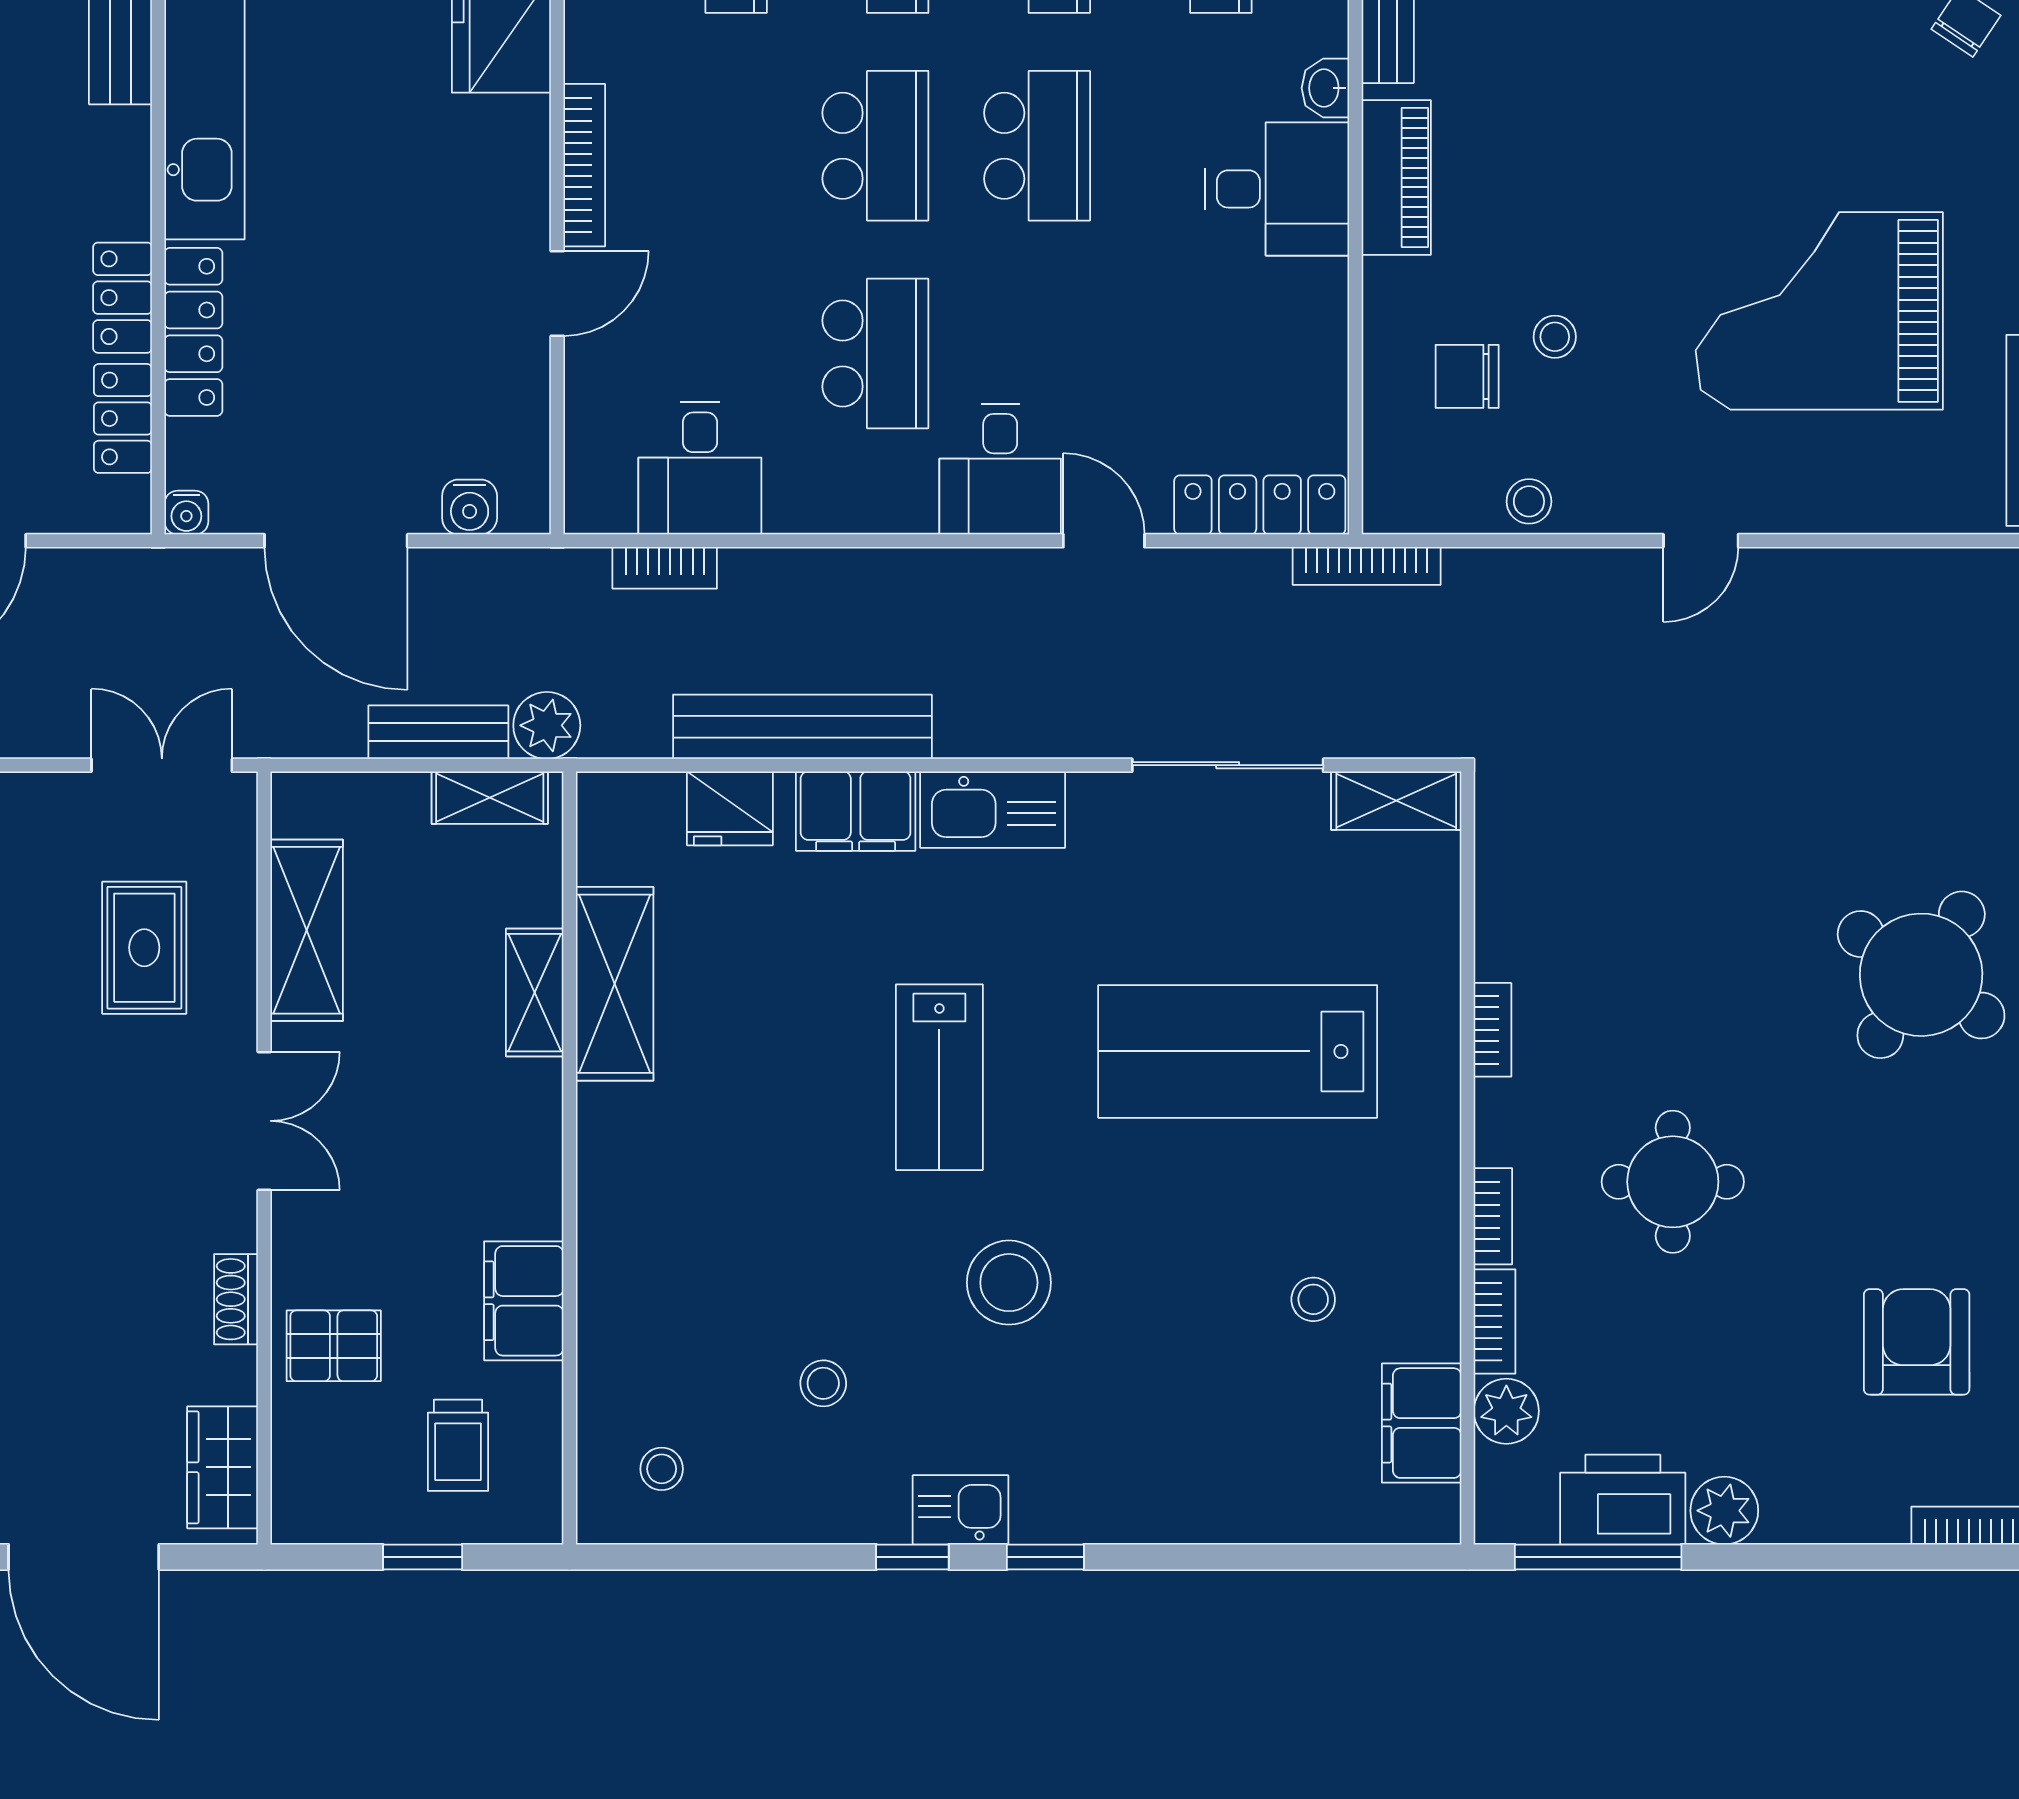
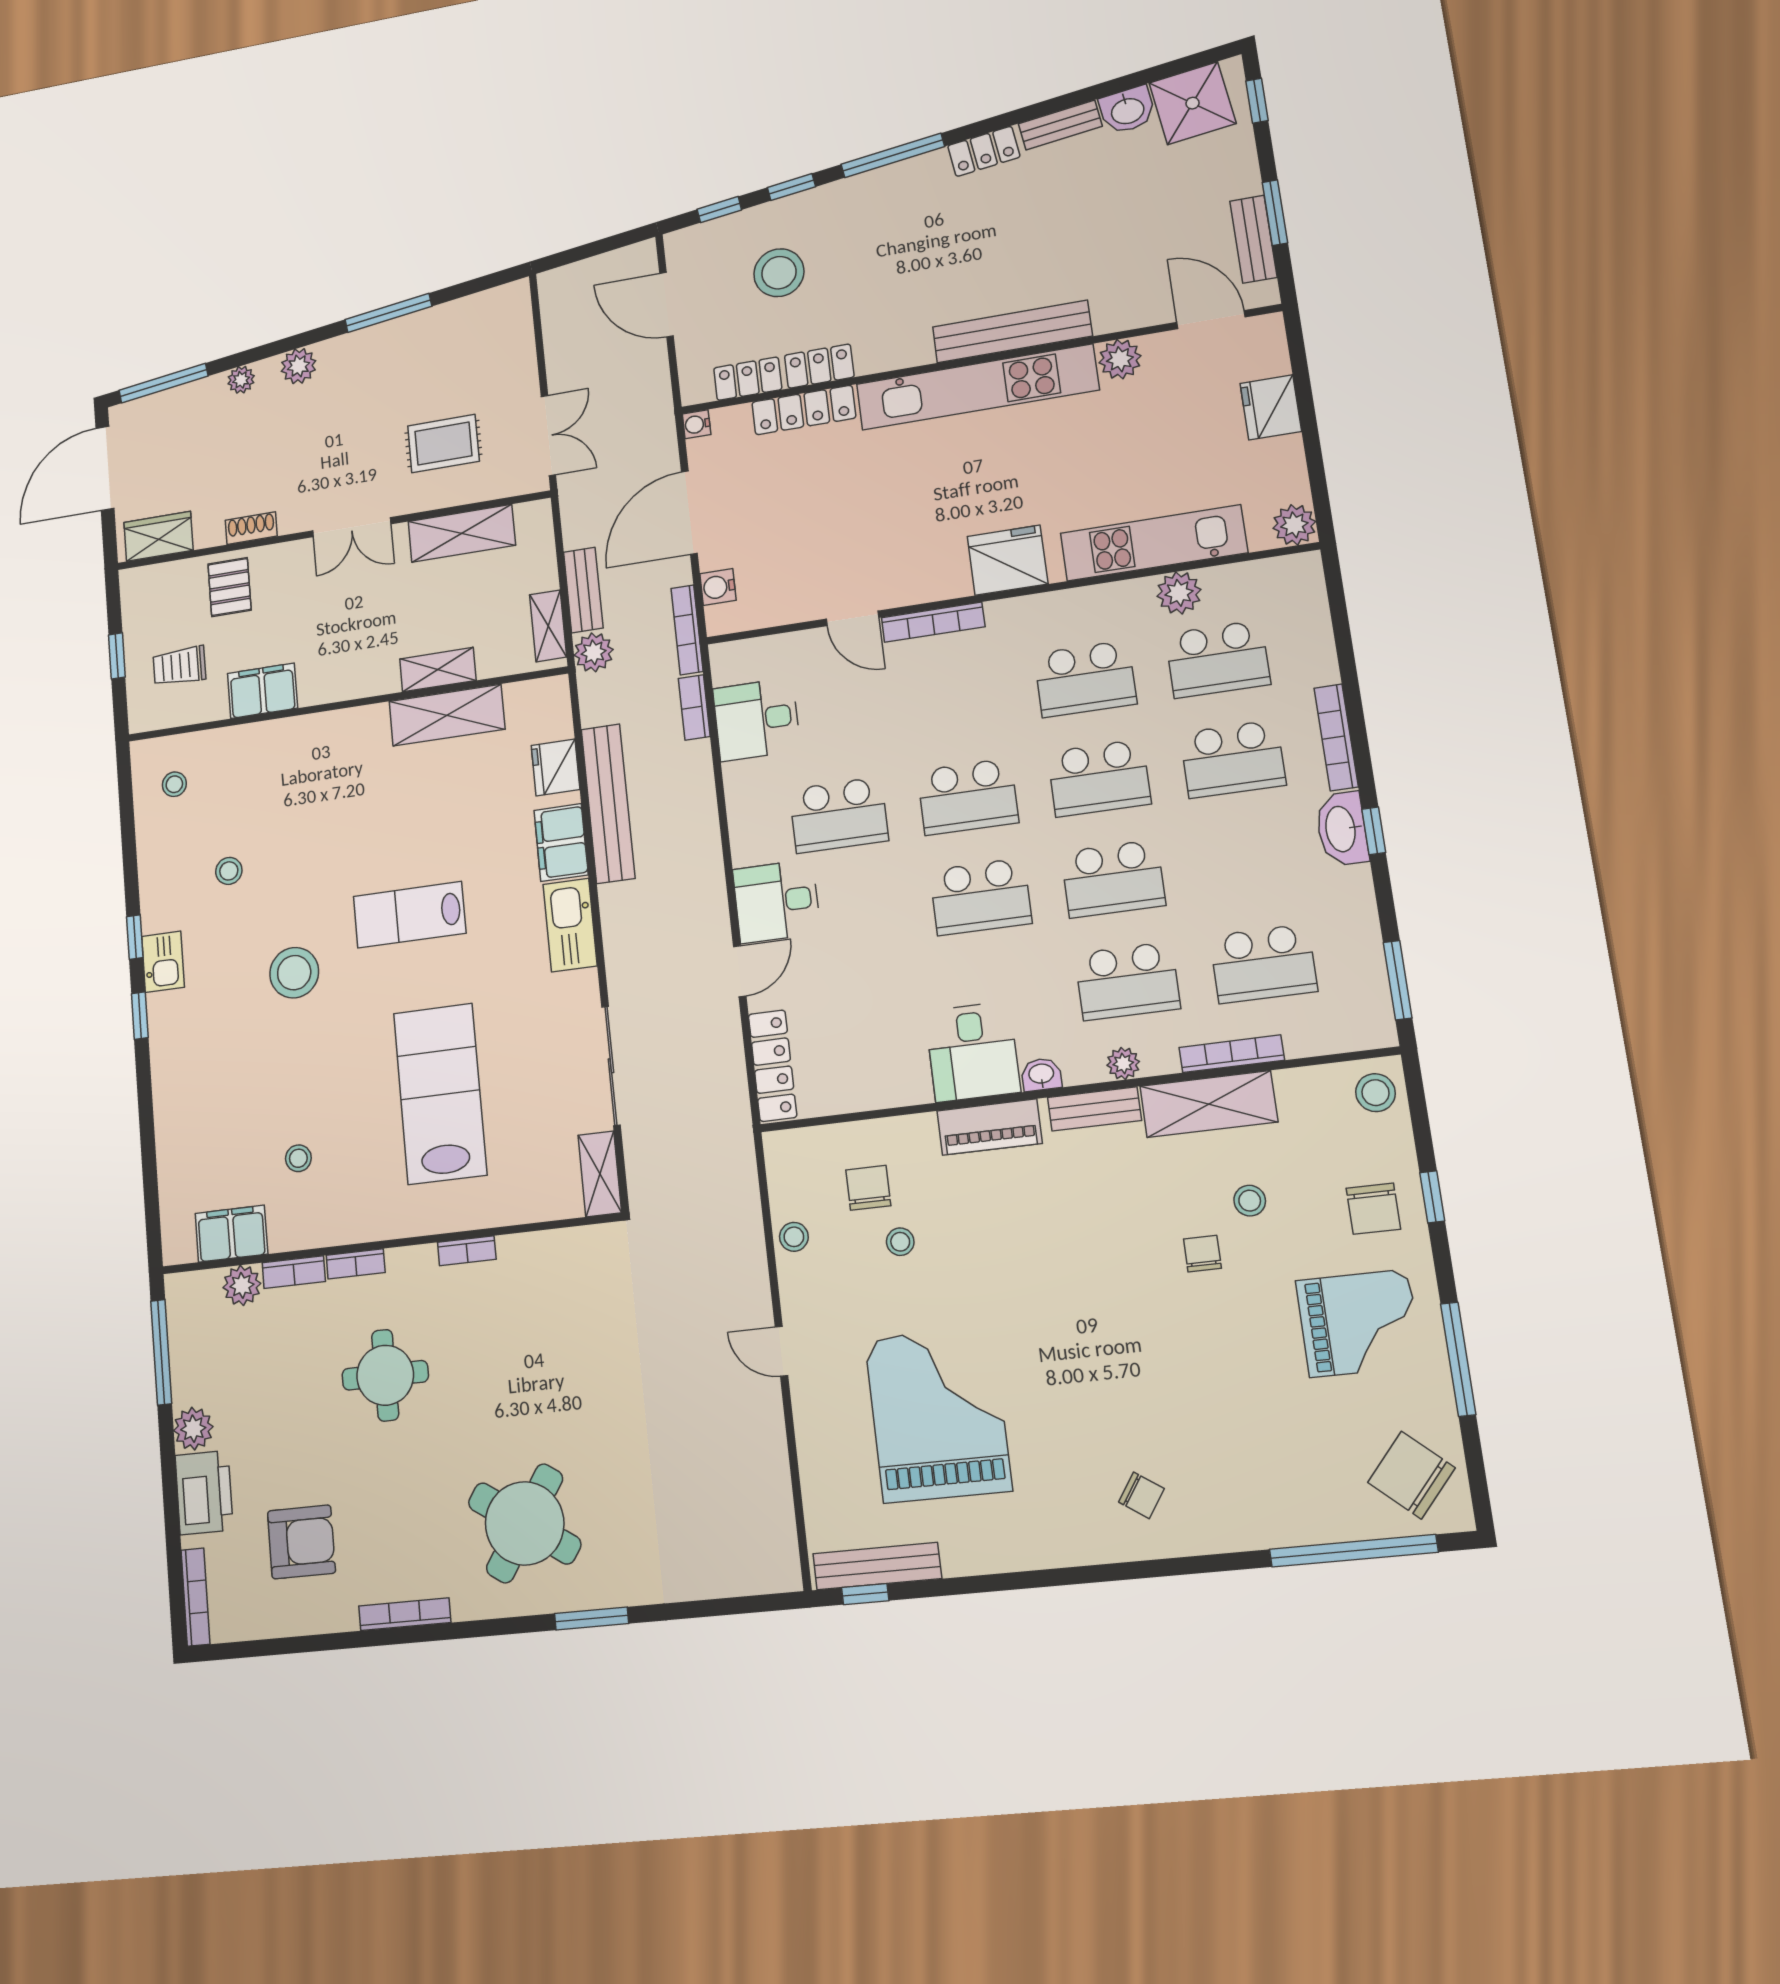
bookcase: (1367, 566) -> (687, 630), moved
printer: (1623, 1500) -> (204, 1493), moved

